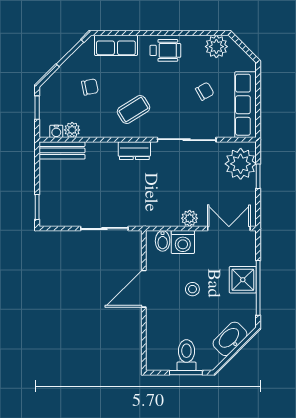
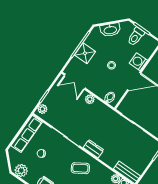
plant: (241, 164) -> (42, 109), width x0.53, depth x0.53
washing machine: (183, 242) -> (138, 62), moved, turned -90

